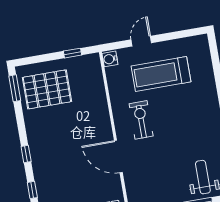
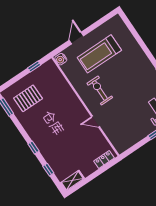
pallet: (47, 89) -> (28, 98), width x0.73, depth x0.71
door: (118, 156) -> (96, 122), width x0.53

